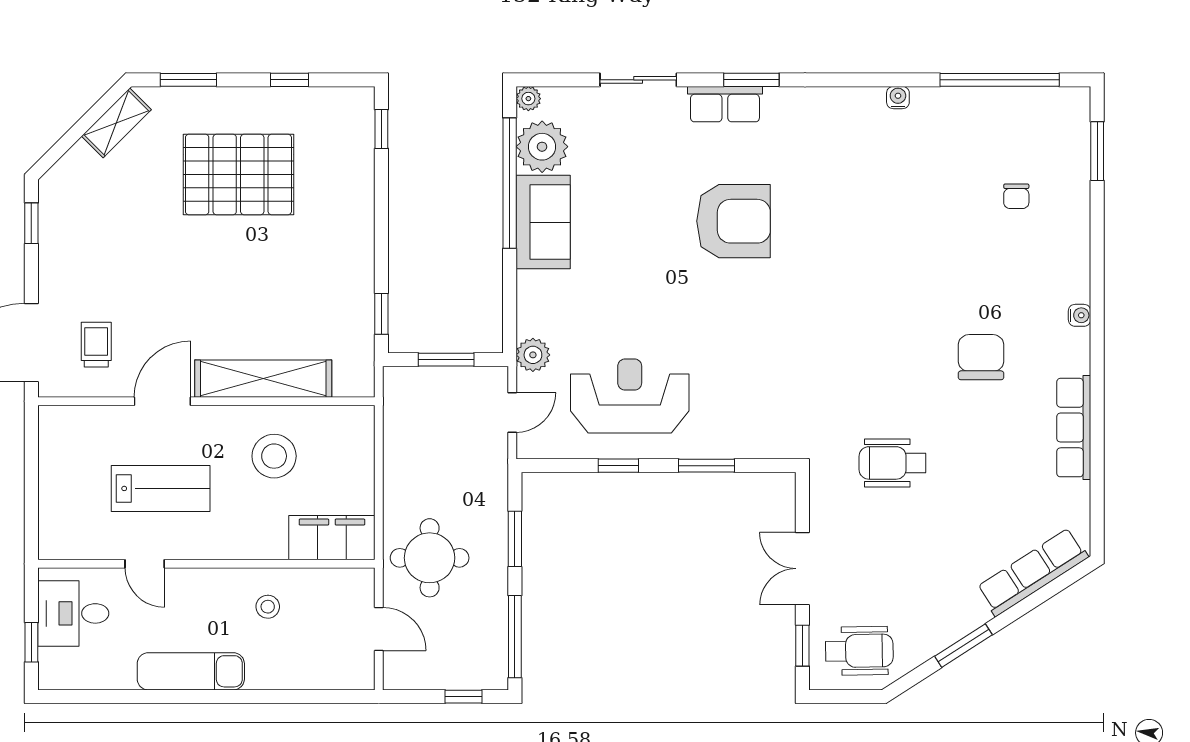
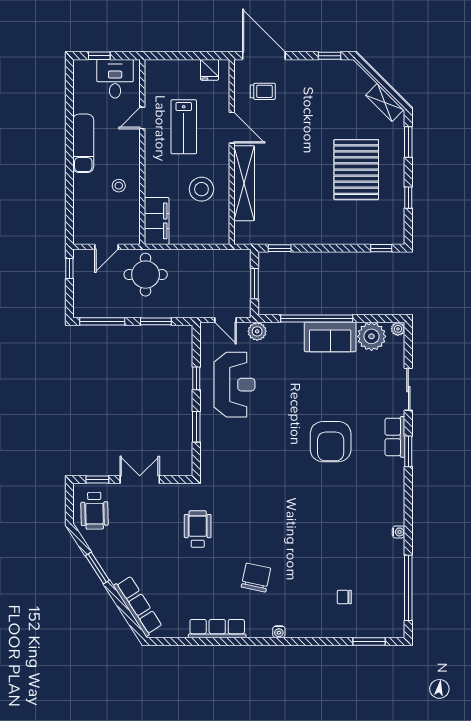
window: (510, 183) -> (317, 319), moved
chair: (981, 357) -> (256, 578), turned -78
fridge: (57, 441) -> (210, 70), added
window: (464, 697) -> (69, 269), moved

